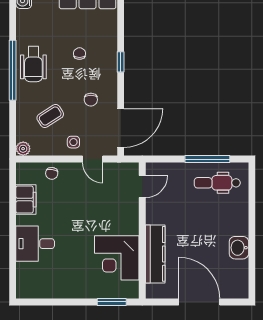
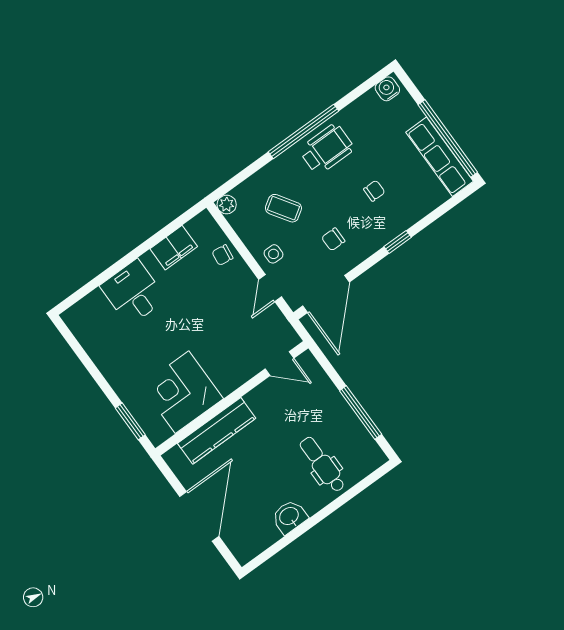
wheelchair: (33, 64) -> (327, 149), turned 180
door: (121, 128) -> (326, 294), hinge flipped
dental chair: (217, 183) -> (322, 464), moved

